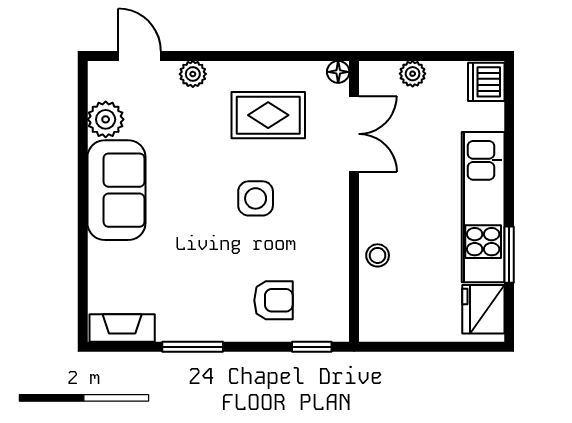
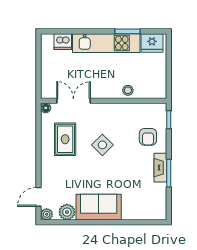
plant: (193, 74) -> (47, 214), moved
plant: (413, 74) -> (47, 75), removed
dishwasher: (486, 82) -> (63, 42), moved
side table: (256, 198) -> (102, 145), turned 45
armchair: (273, 300) -> (148, 137), turned 180
fireplace: (122, 328) -> (160, 168), moved

